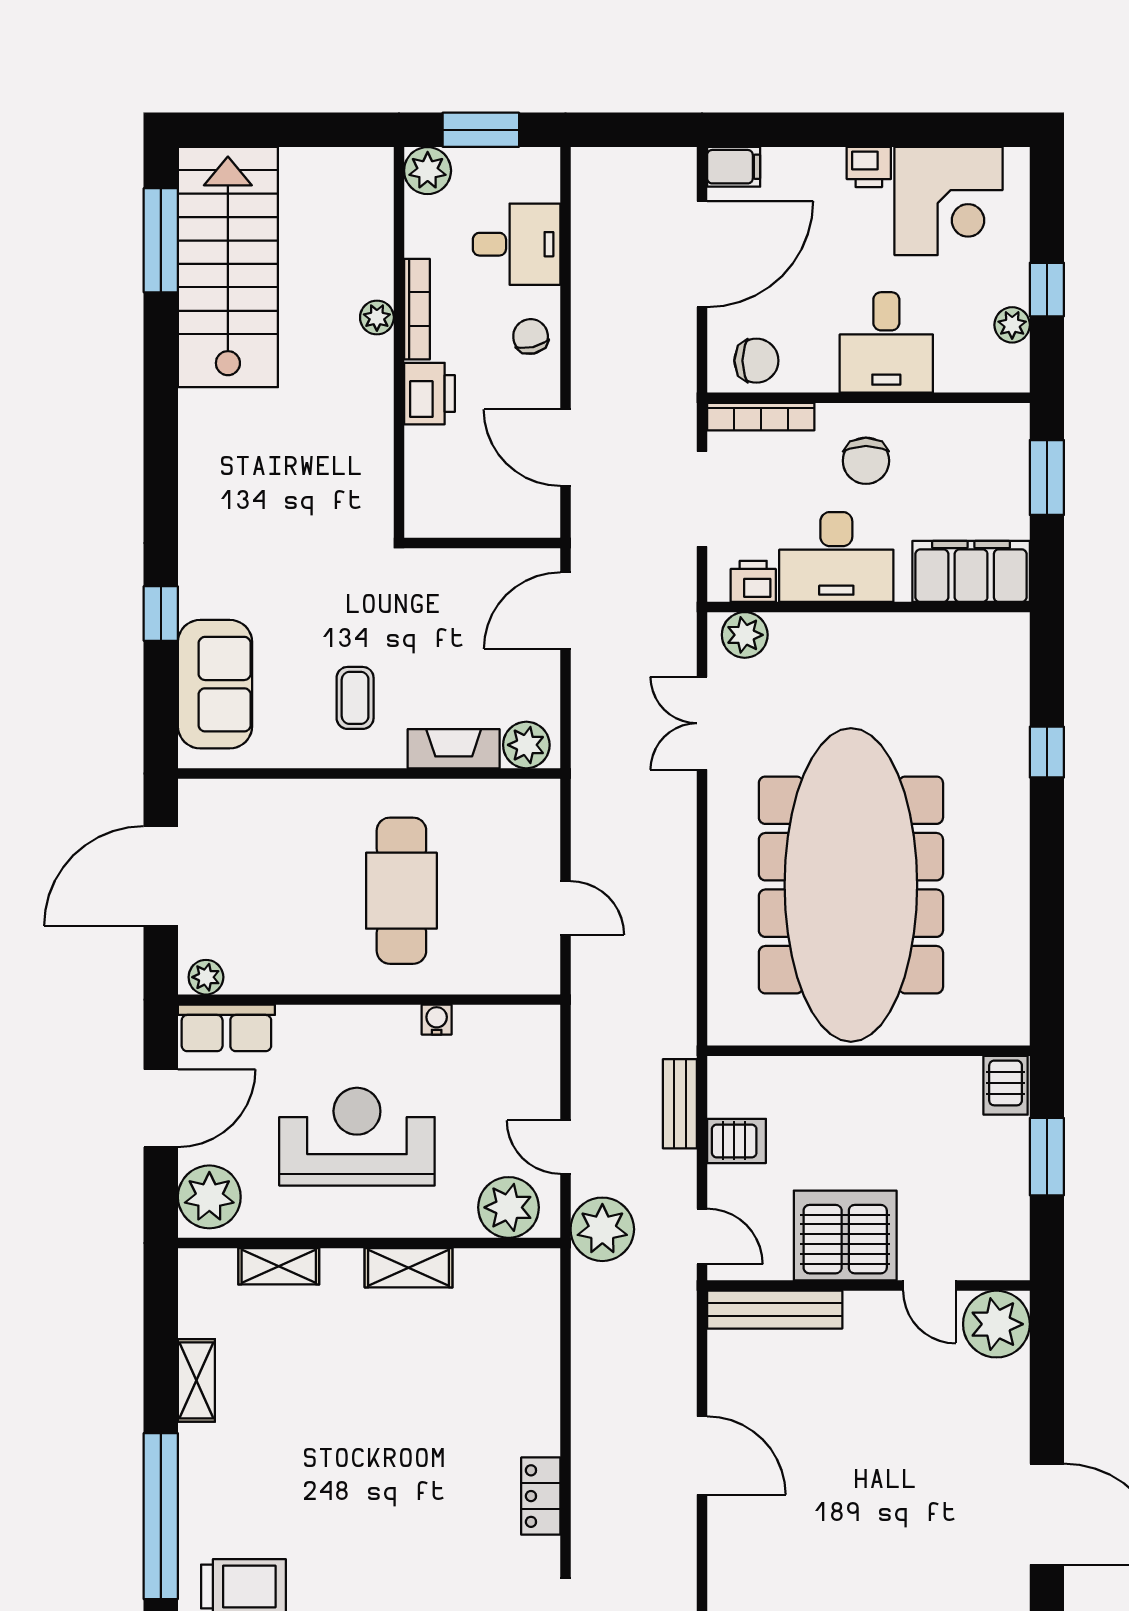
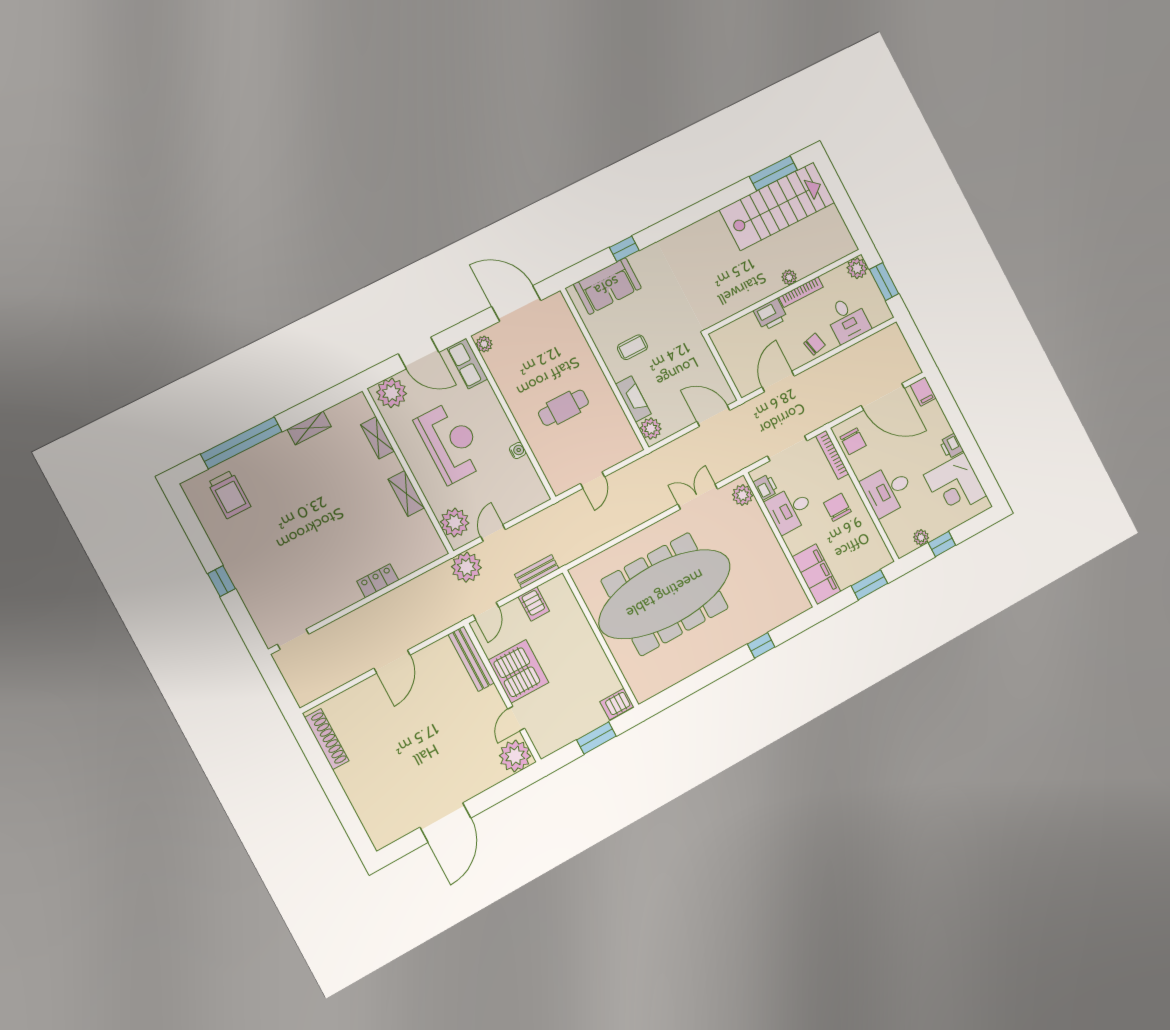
chair: (866, 461) -> (837, 507), turned 90
desk: (836, 557) -> (790, 510), width x0.73
cafe table: (401, 891) -> (564, 408), width x0.73, depth x0.74
locker: (541, 1496) -> (378, 581), moved

